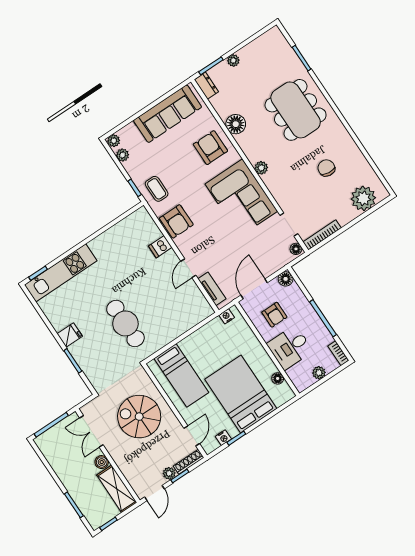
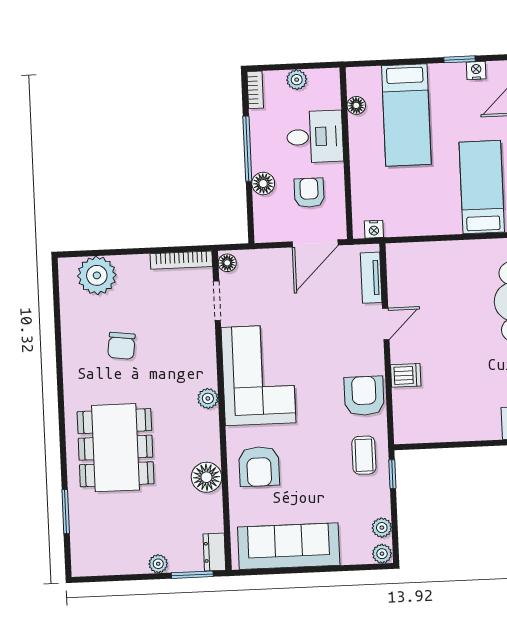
floor lamp: (286, 279) -> (263, 184), moved
bed: (241, 394) -> (406, 115), width x0.67

